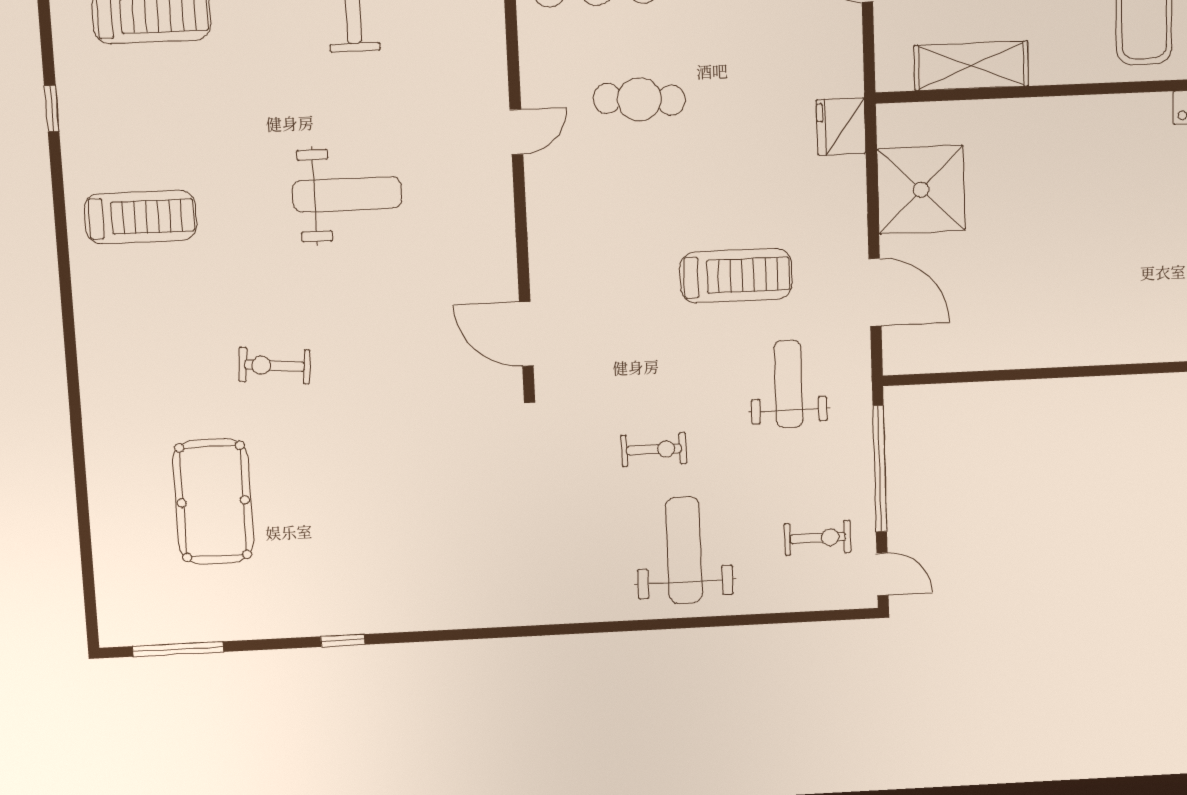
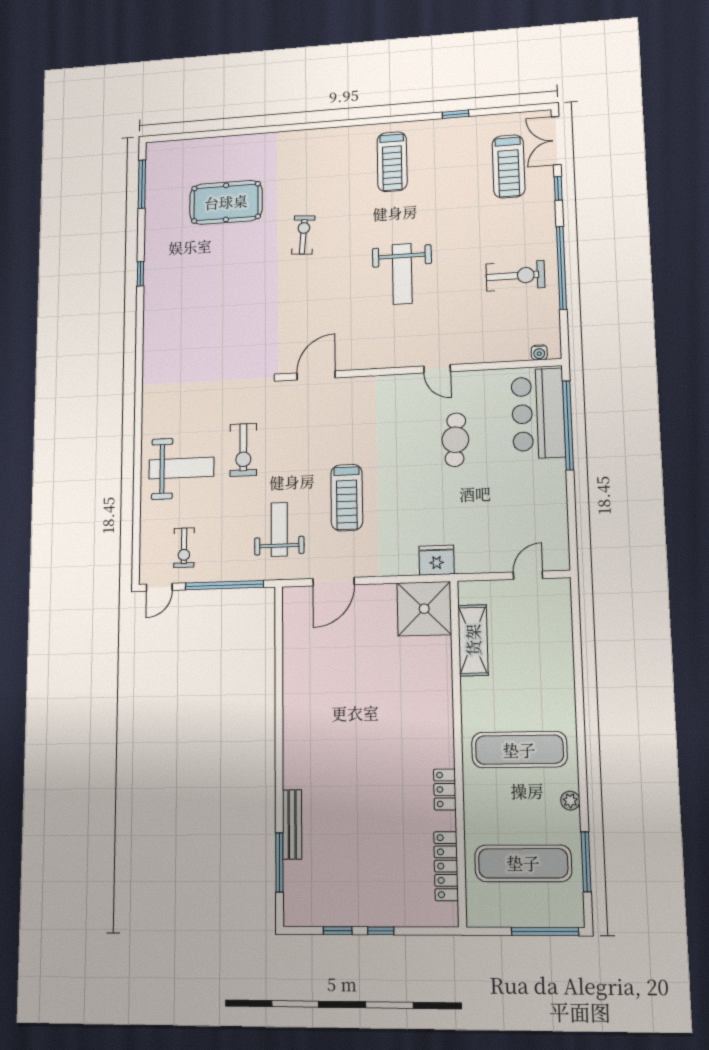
shower: (921, 190) -> (424, 609), moved
weight bench: (788, 384) -> (279, 529), turned -90
exercise bike: (654, 449) -> (243, 450), width x1.38, depth x1.39

